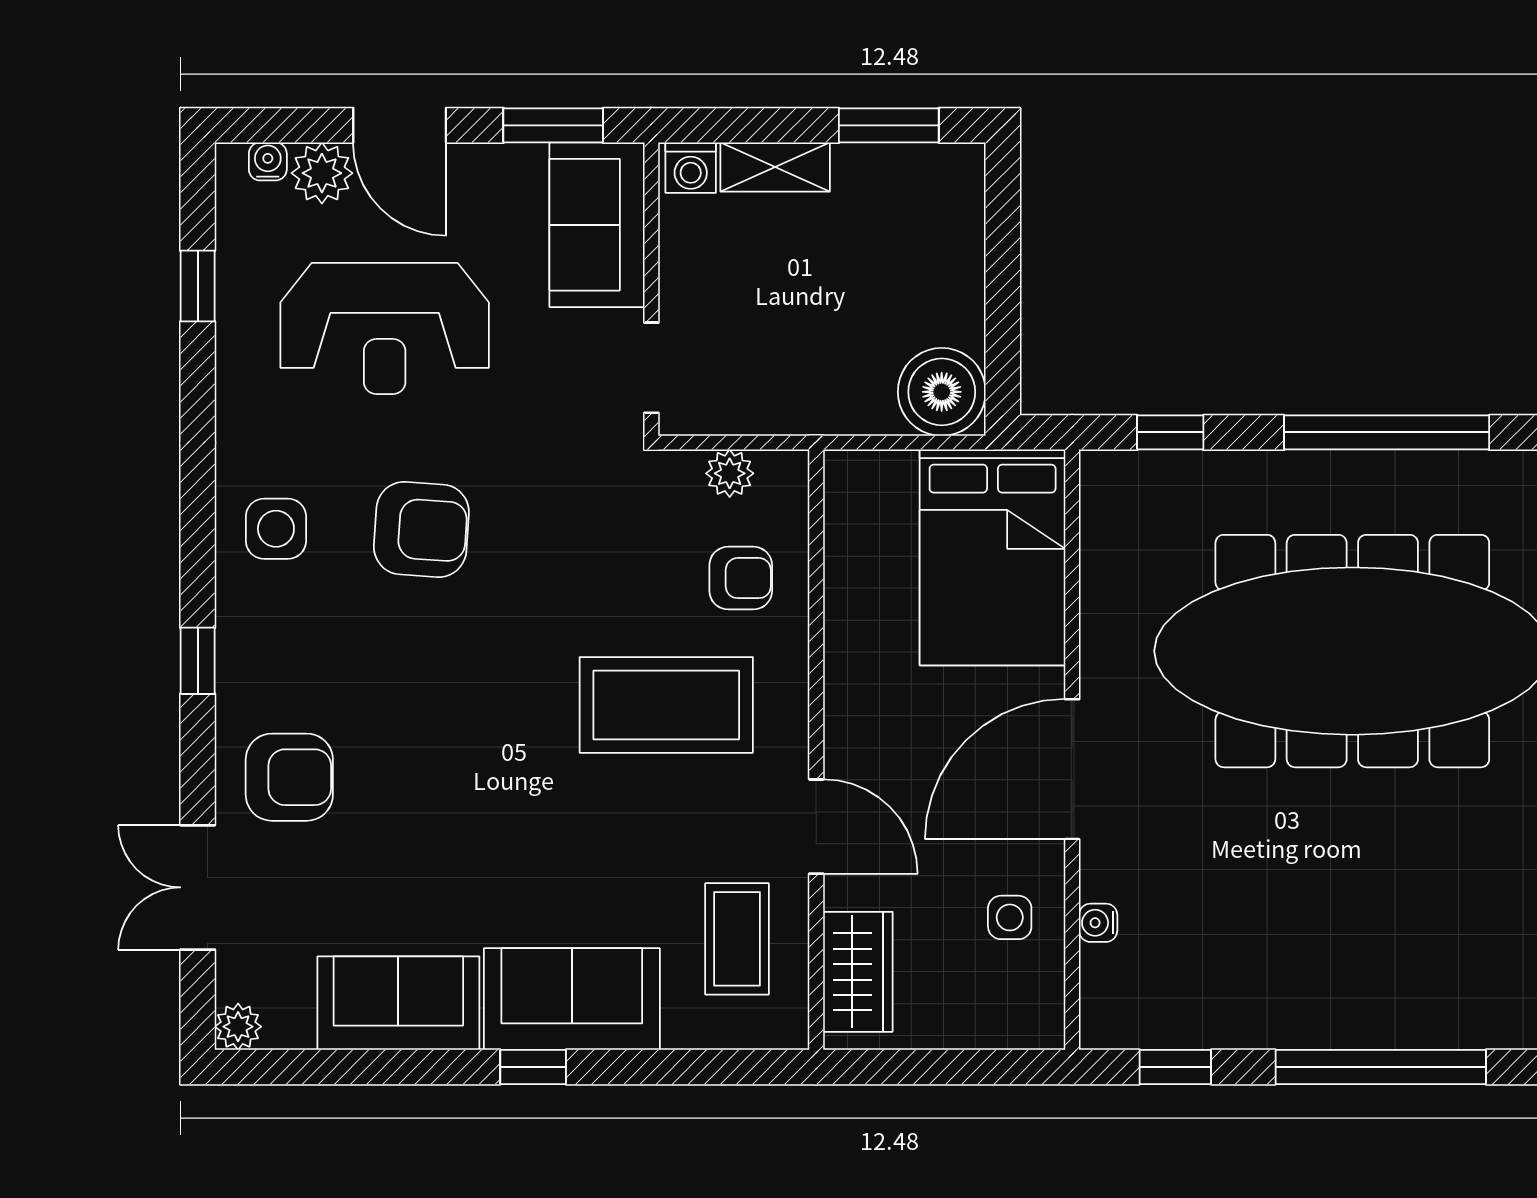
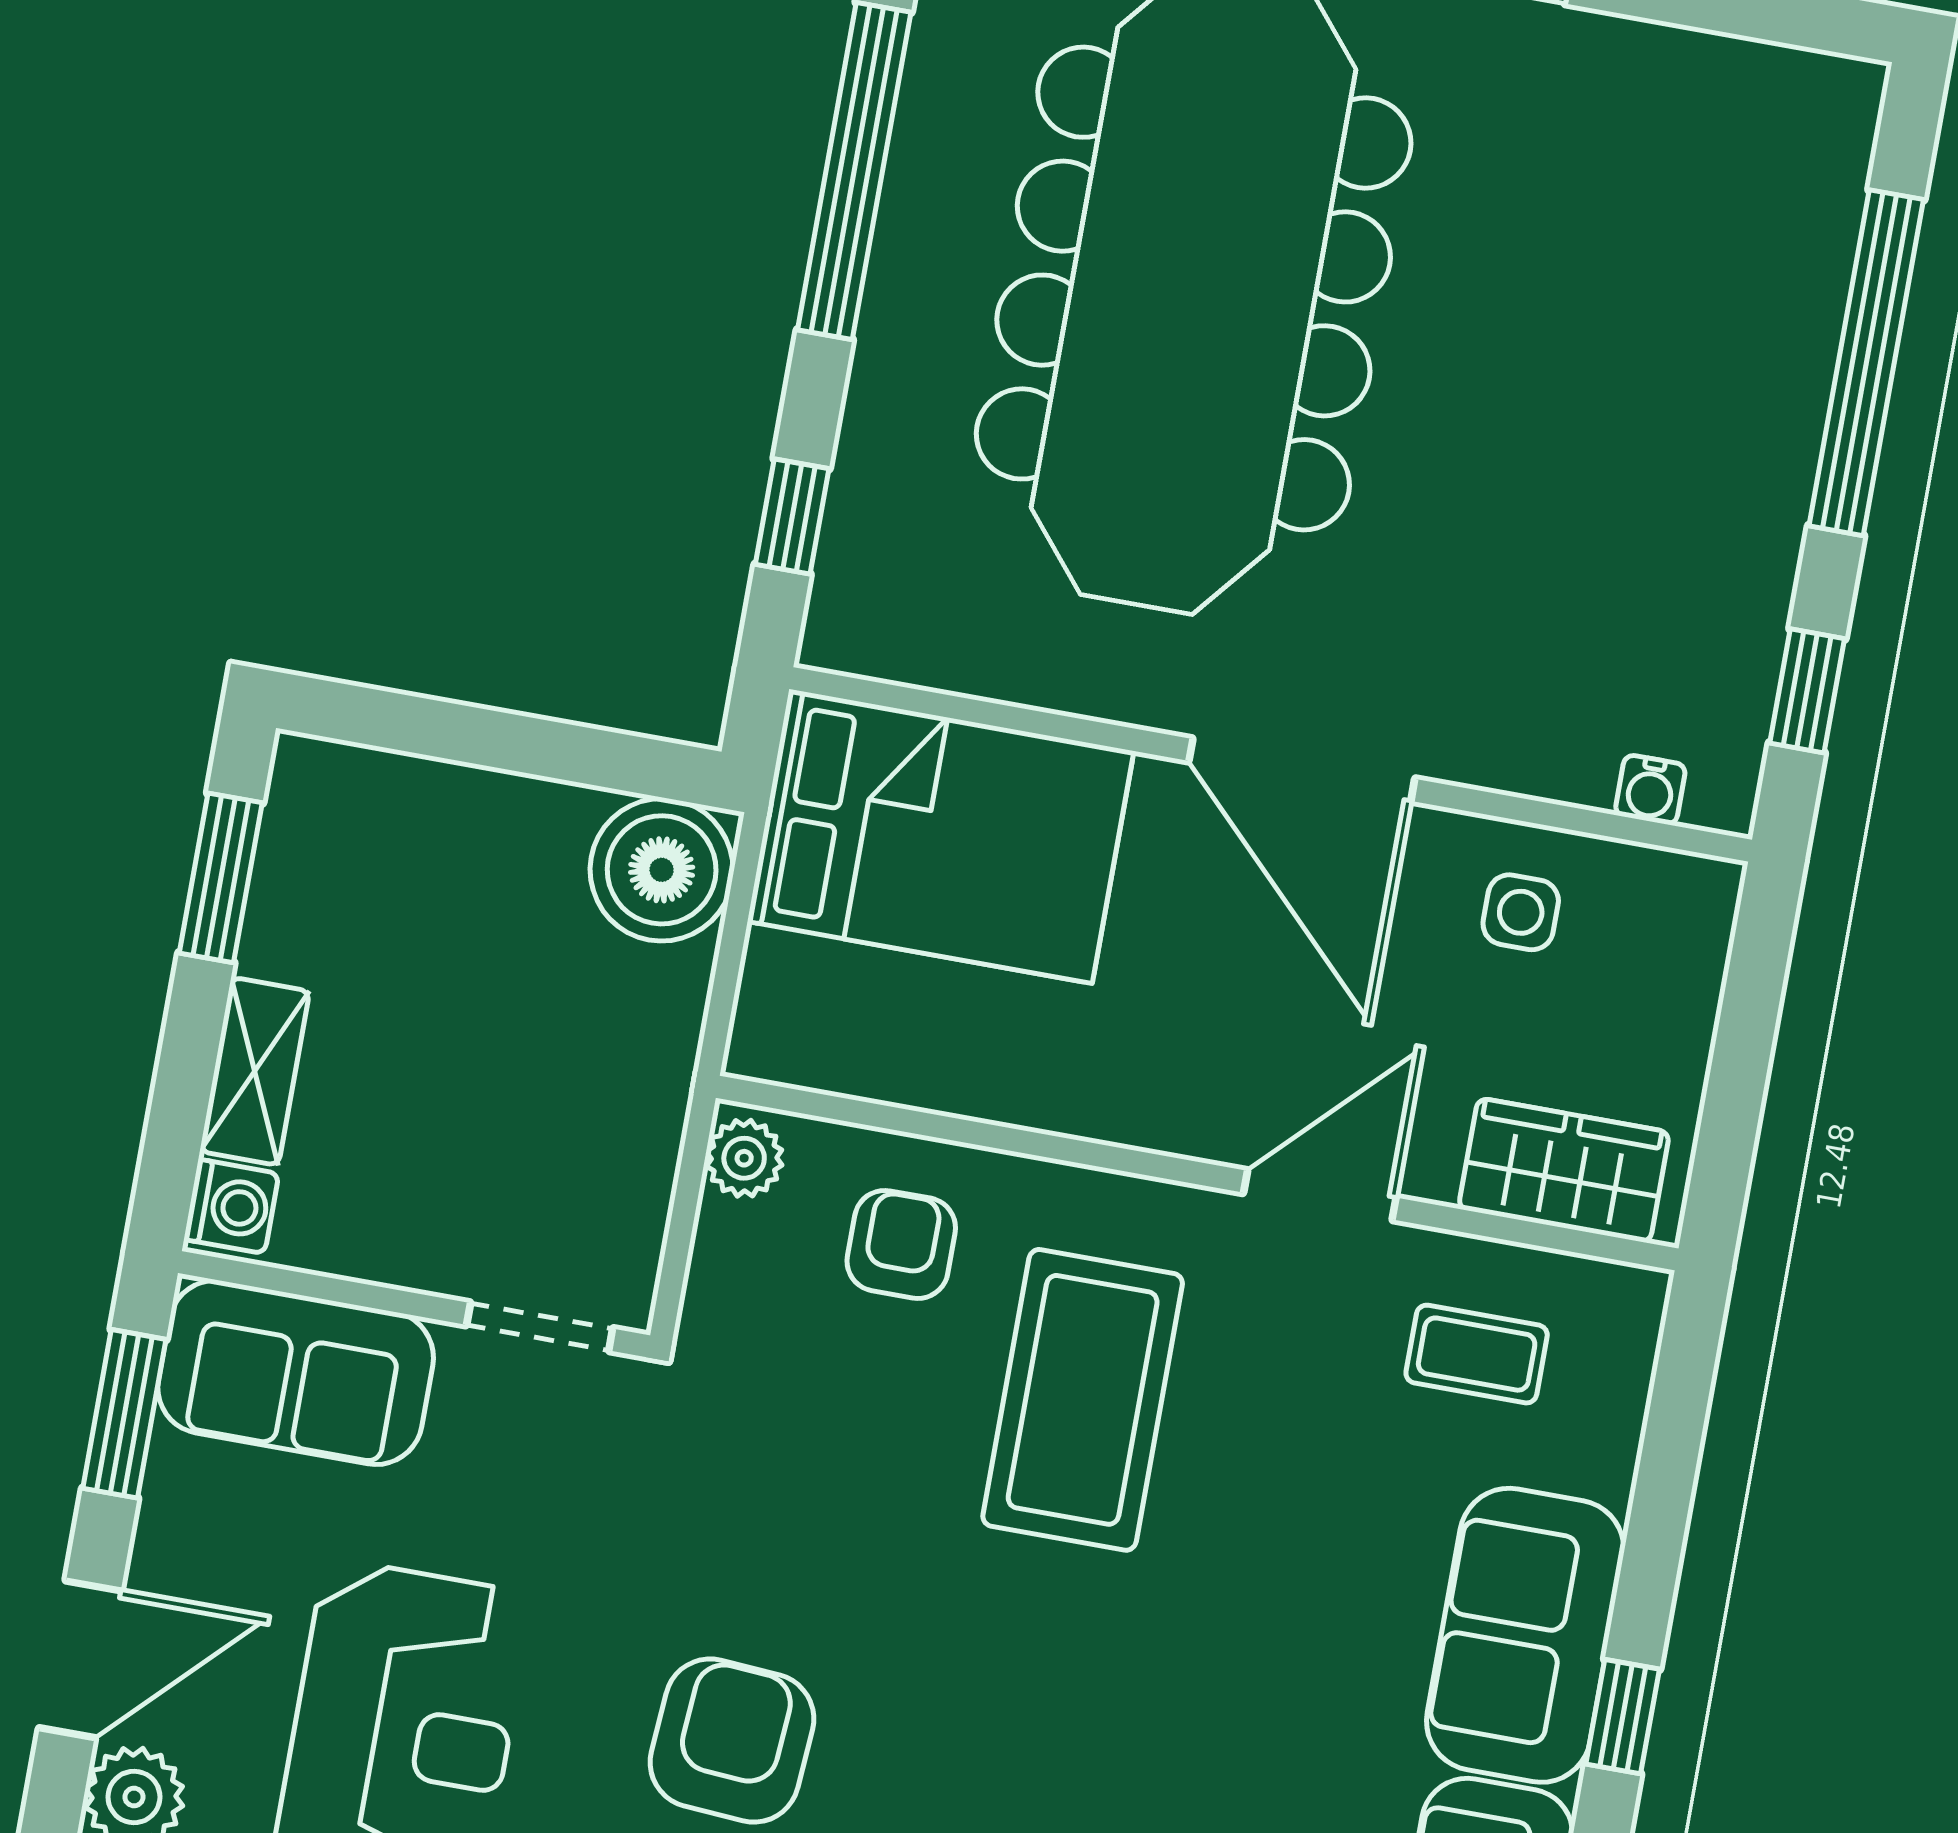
plant: (730, 473) -> (744, 1158), moved
water cooler: (1098, 923) -> (1650, 790), moved
coffee table: (737, 939) -> (1477, 1354), width x0.73, depth x0.77

